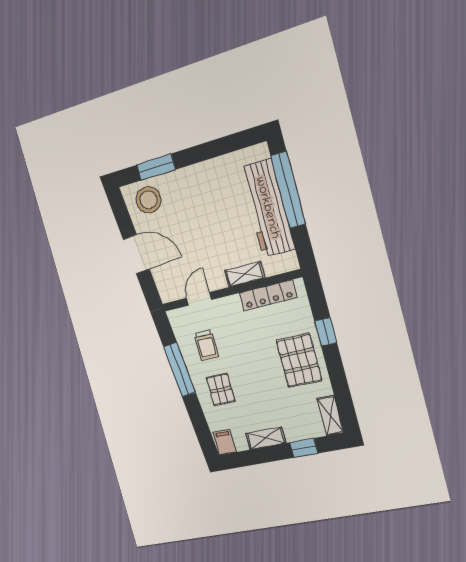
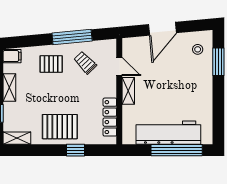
stool: (148, 200) -> (198, 49), width x0.53, depth x0.53
shelving: (245, 274) -> (128, 91), moved
trolley: (206, 345) -> (85, 63), turned 46

